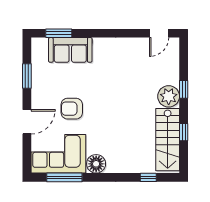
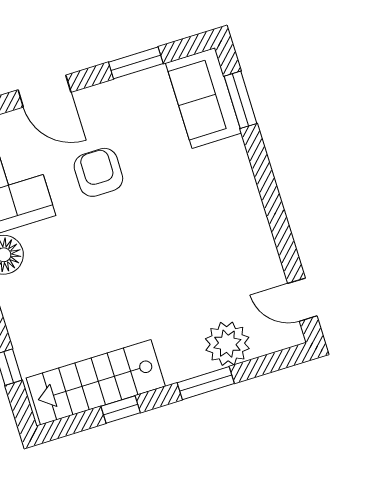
sofa: (70, 50) -> (204, 98), moved
window: (184, 89) -> (206, 383), width x1.50
plant: (169, 96) -> (227, 344), moved

